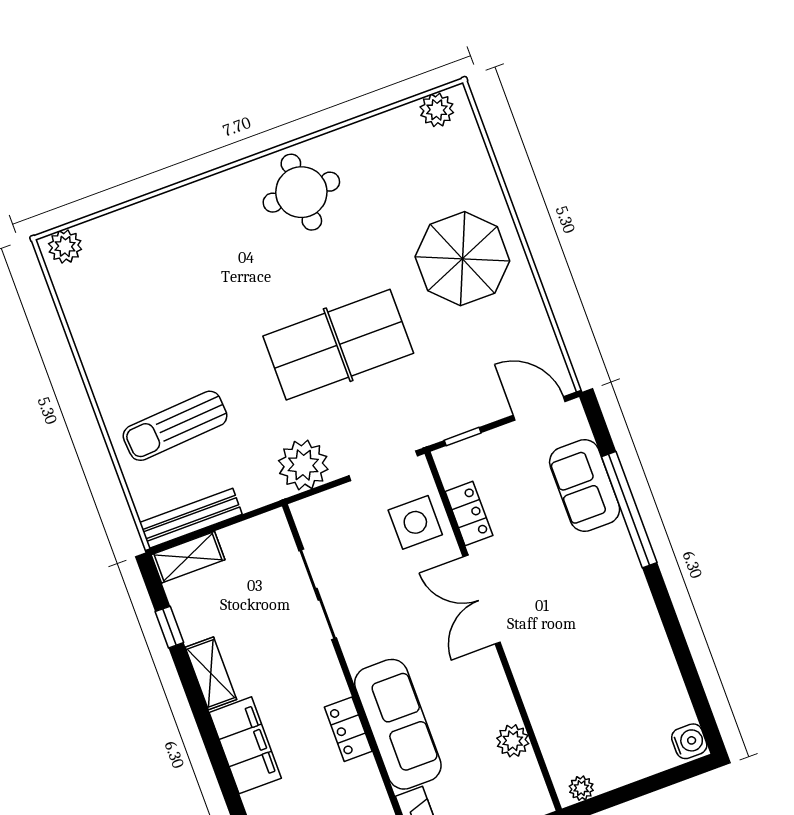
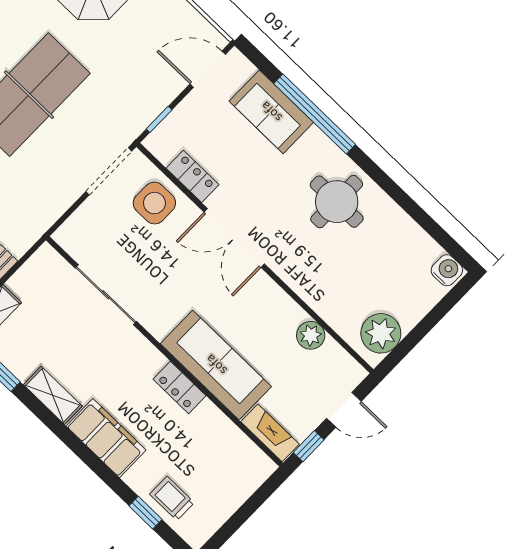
plant: (303, 465) -> (47, 200), removed
round table: (608, 613) -> (337, 202), added
plant: (581, 788) -> (381, 333), width x1.88, depth x1.88

